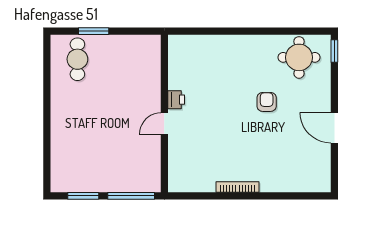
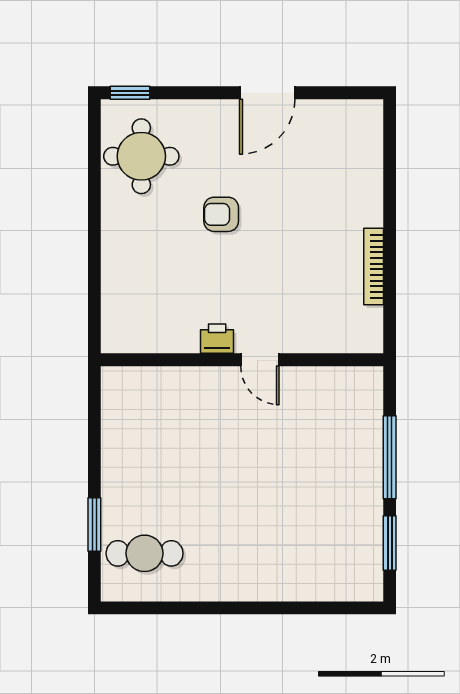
printer: (176, 100) -> (217, 339), moved
wall: (164, 114) -> (242, 360), moved
door: (164, 124) -> (260, 360), moved

